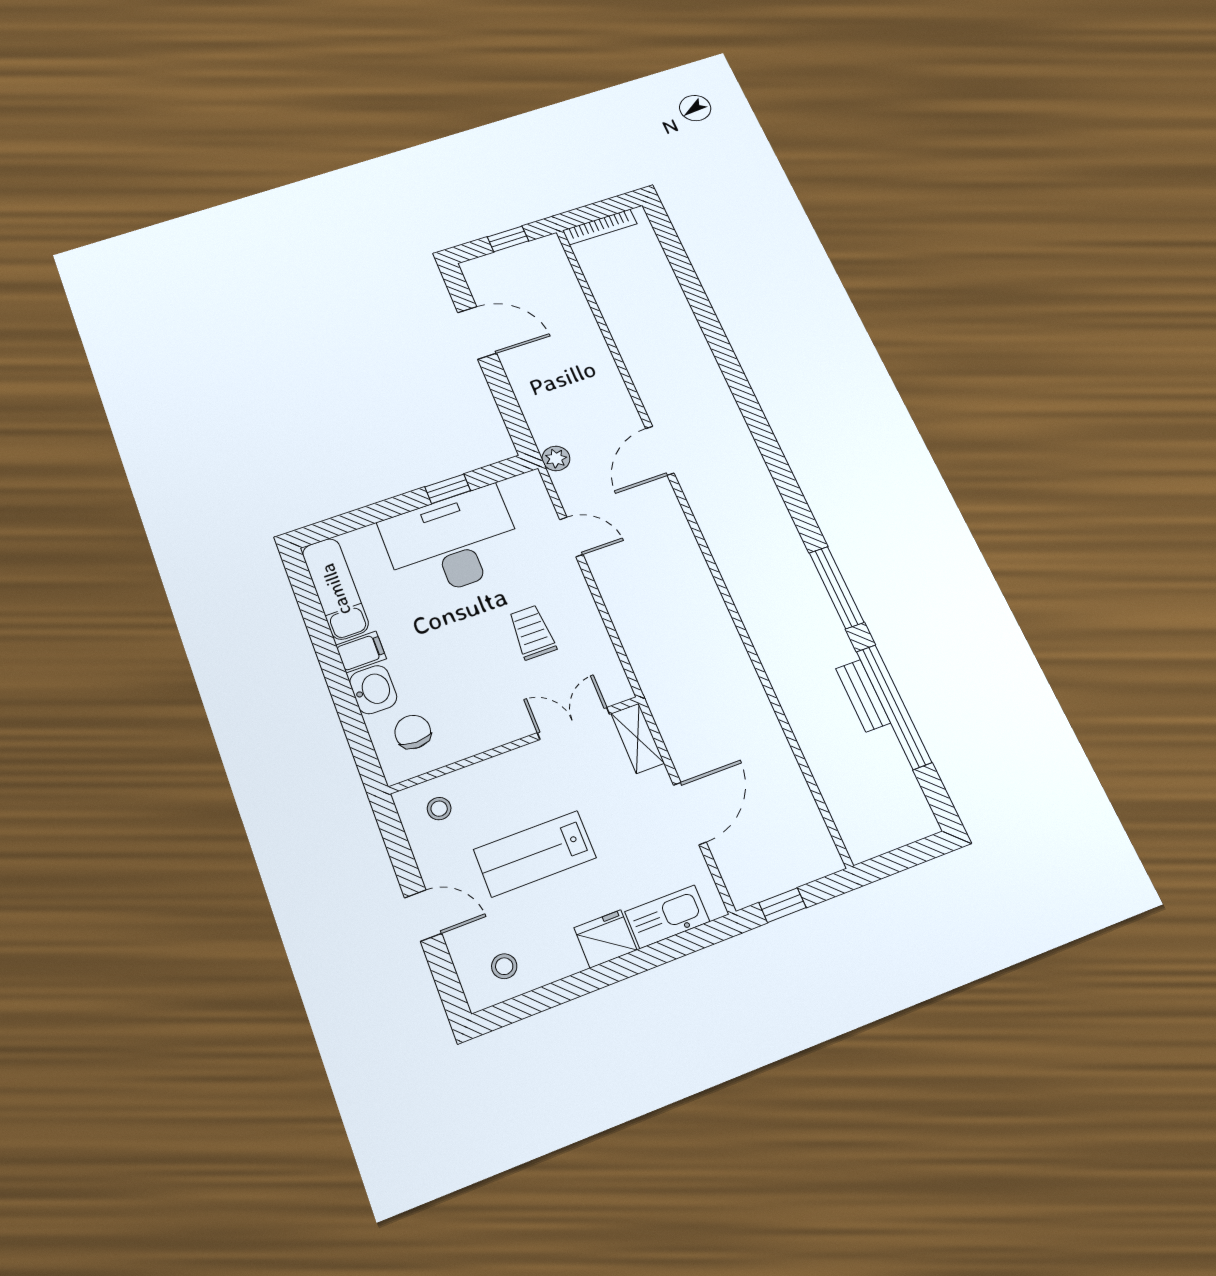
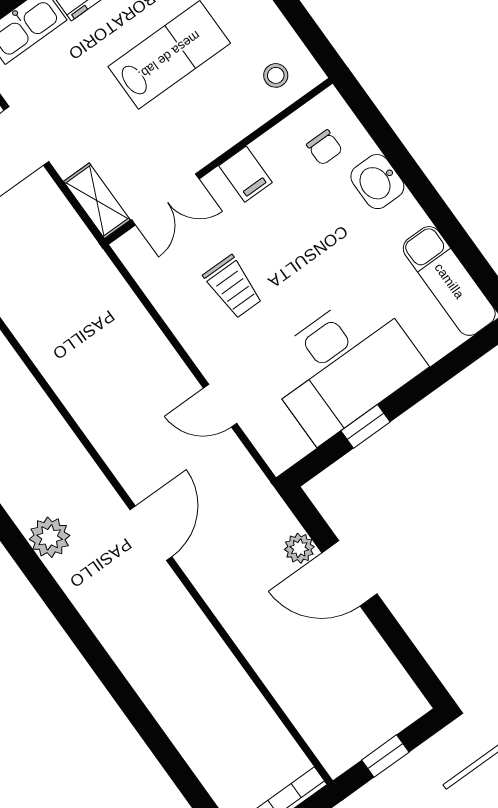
door: (477, 333) -> (349, 573), moved
plant: (556, 458) -> (299, 548), moved
plant: (749, 469) -> (50, 537), added
filing cabinet: (361, 652) -> (246, 174), moved, turned -90
chair: (413, 732) -> (325, 147), width x0.73, depth x0.73

